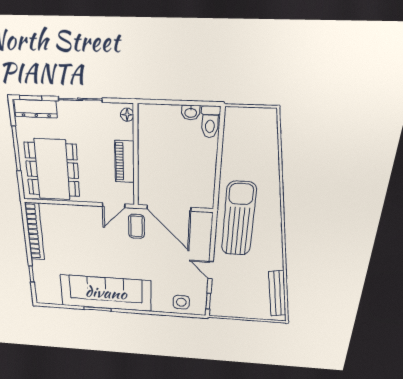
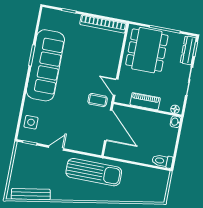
washbasin: (191, 112) -> (175, 122), moved
dining table: (52, 170) -> (147, 50), turned 90
door: (169, 208) -> (108, 125), swing flipped

